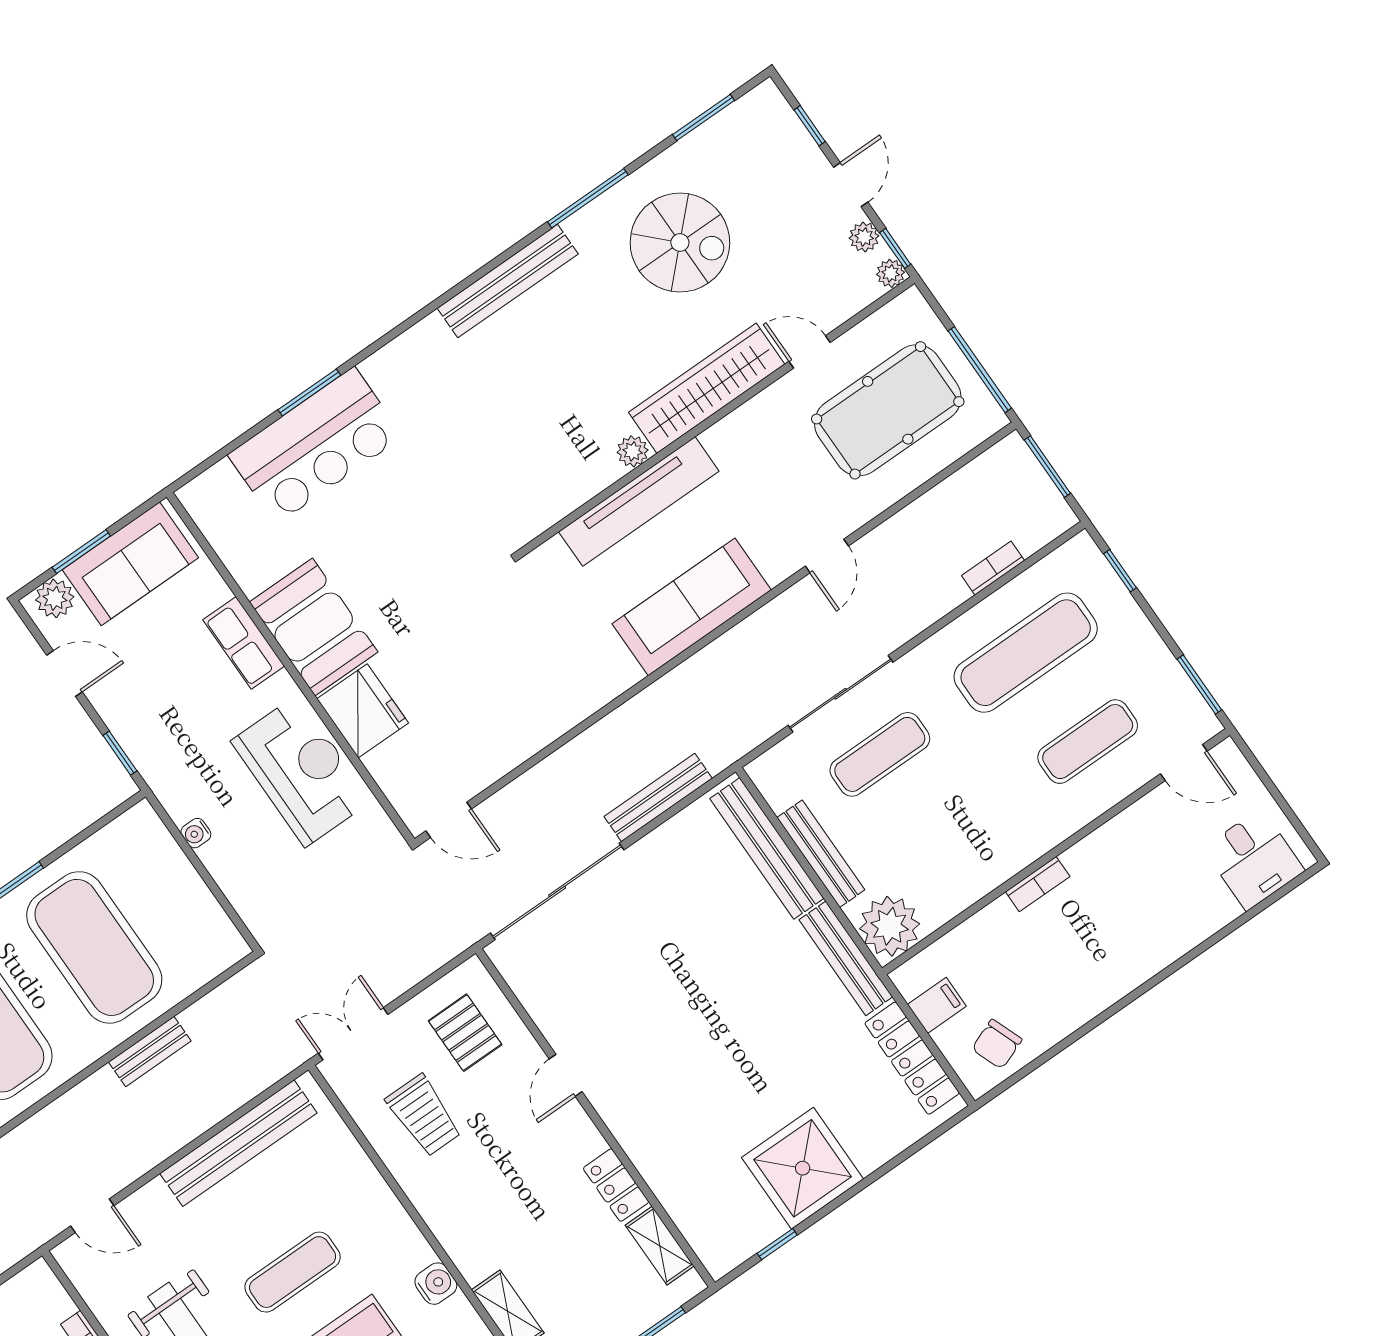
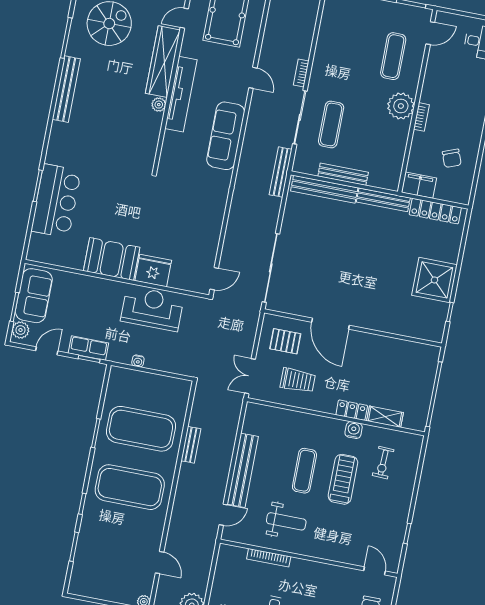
tv unit: (639, 501) -> (181, 94), moved
bookcase: (993, 568) -> (301, 73), moved
row of seats: (244, 643) -> (88, 348), moved, turned 180
exercise mat: (1026, 653) -> (346, 47), removed
bench: (658, 797) -> (281, 172), moved
plant: (890, 926) -> (401, 106), moved
filing cabinet: (937, 1005) -> (419, 185), width x2.00
chair: (997, 1044) -> (452, 158), moved
door: (566, 1075) -> (330, 324), width x1.88
bench: (238, 1143) -> (243, 470), moved
locker: (616, 1185) -> (352, 410), moved, turned 180
shelving: (660, 1246) -> (413, 349), removed

